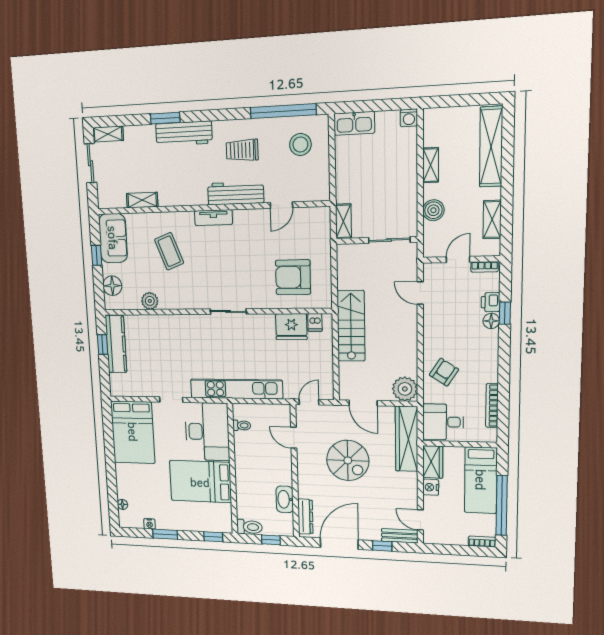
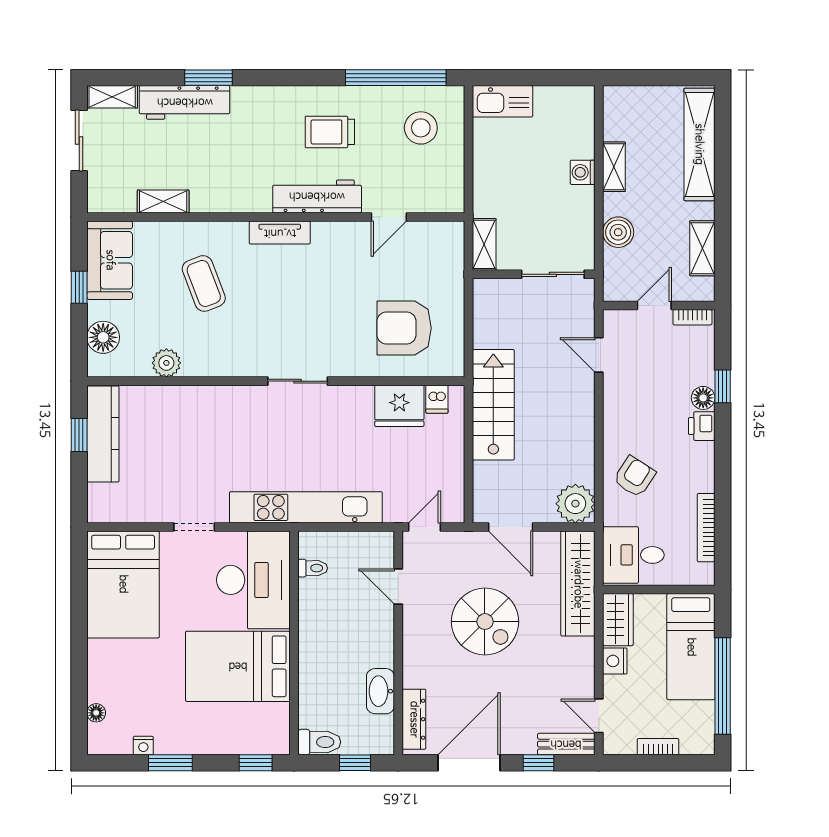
washing machine: (409, 118) -> (583, 172), moved, turned 90
workbench: (184, 134) -> (185, 102), moved
printer: (490, 302) -> (702, 426), moved
bookcase: (482, 542) -> (658, 747), moved

